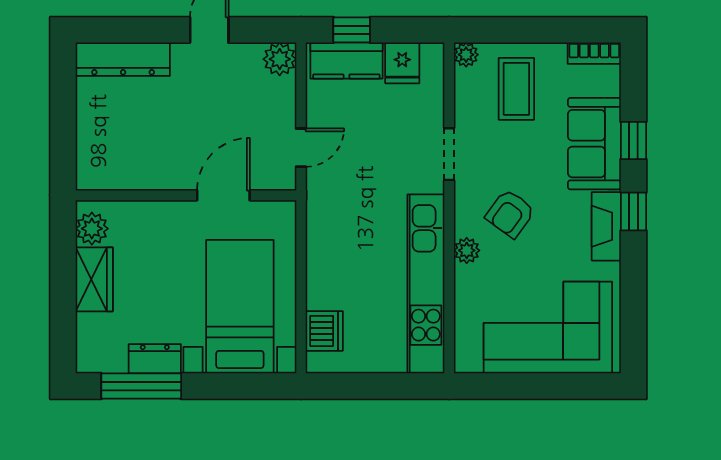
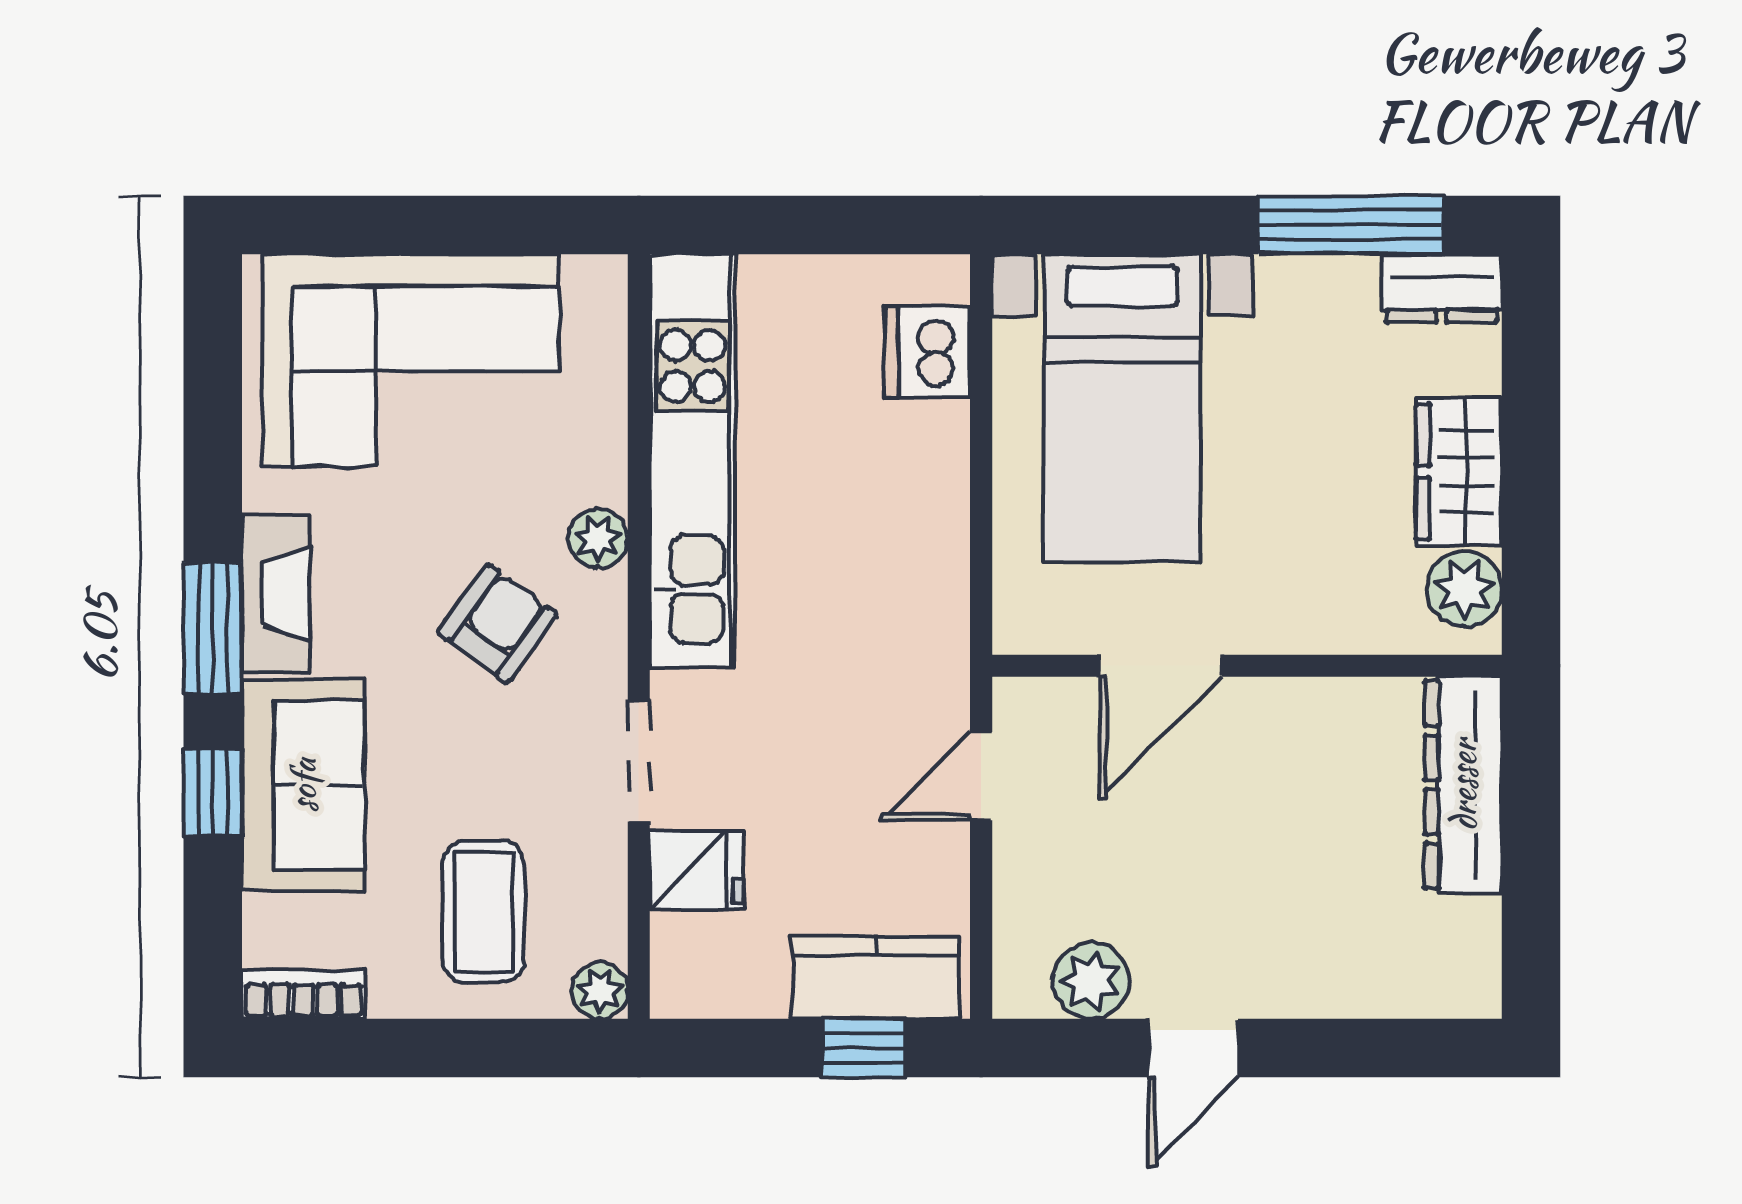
dresser: (123, 59) -> (1463, 785), moved, turned -90
plant: (280, 59) -> (1091, 981), moved
fridge: (402, 63) -> (697, 870), moved, turned 90
window: (634, 211) -> (213, 628), width x1.50
dresser: (155, 359) -> (1441, 288), moved

